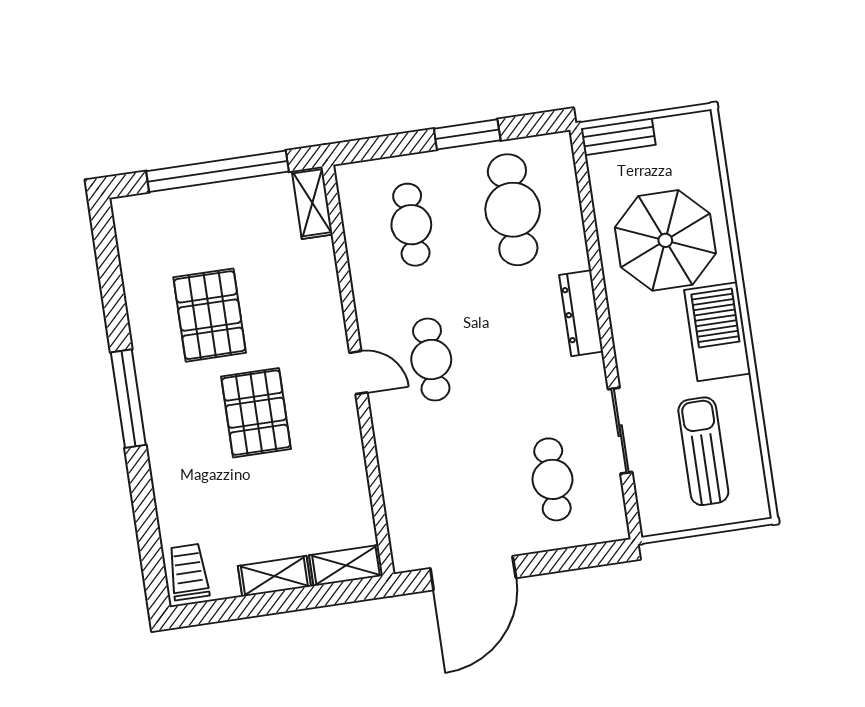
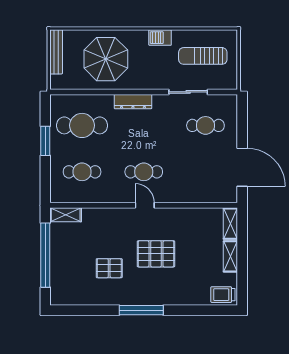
bench: (618, 137) -> (56, 52), moved, width x1.36
pallet: (210, 315) -> (109, 268), width x0.67, depth x0.71
barbecue: (717, 332) -> (160, 38), width x0.53, depth x0.65
door: (358, 373) -> (145, 205), hinge flipped

